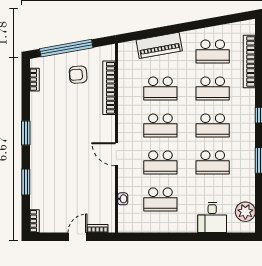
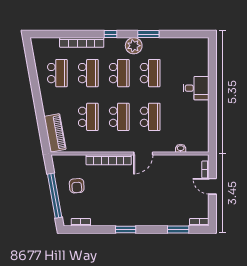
piano: (159, 45) -> (55, 133), moved
bookcase: (249, 61) -> (82, 42), moved
bookcase: (109, 88) -> (109, 160), moved
window: (26, 182) -> (178, 229), moved
school desk: (160, 199) -> (181, 117), removed
plant: (245, 212) -> (134, 46), moved
desk: (212, 217) -> (196, 88), moved

